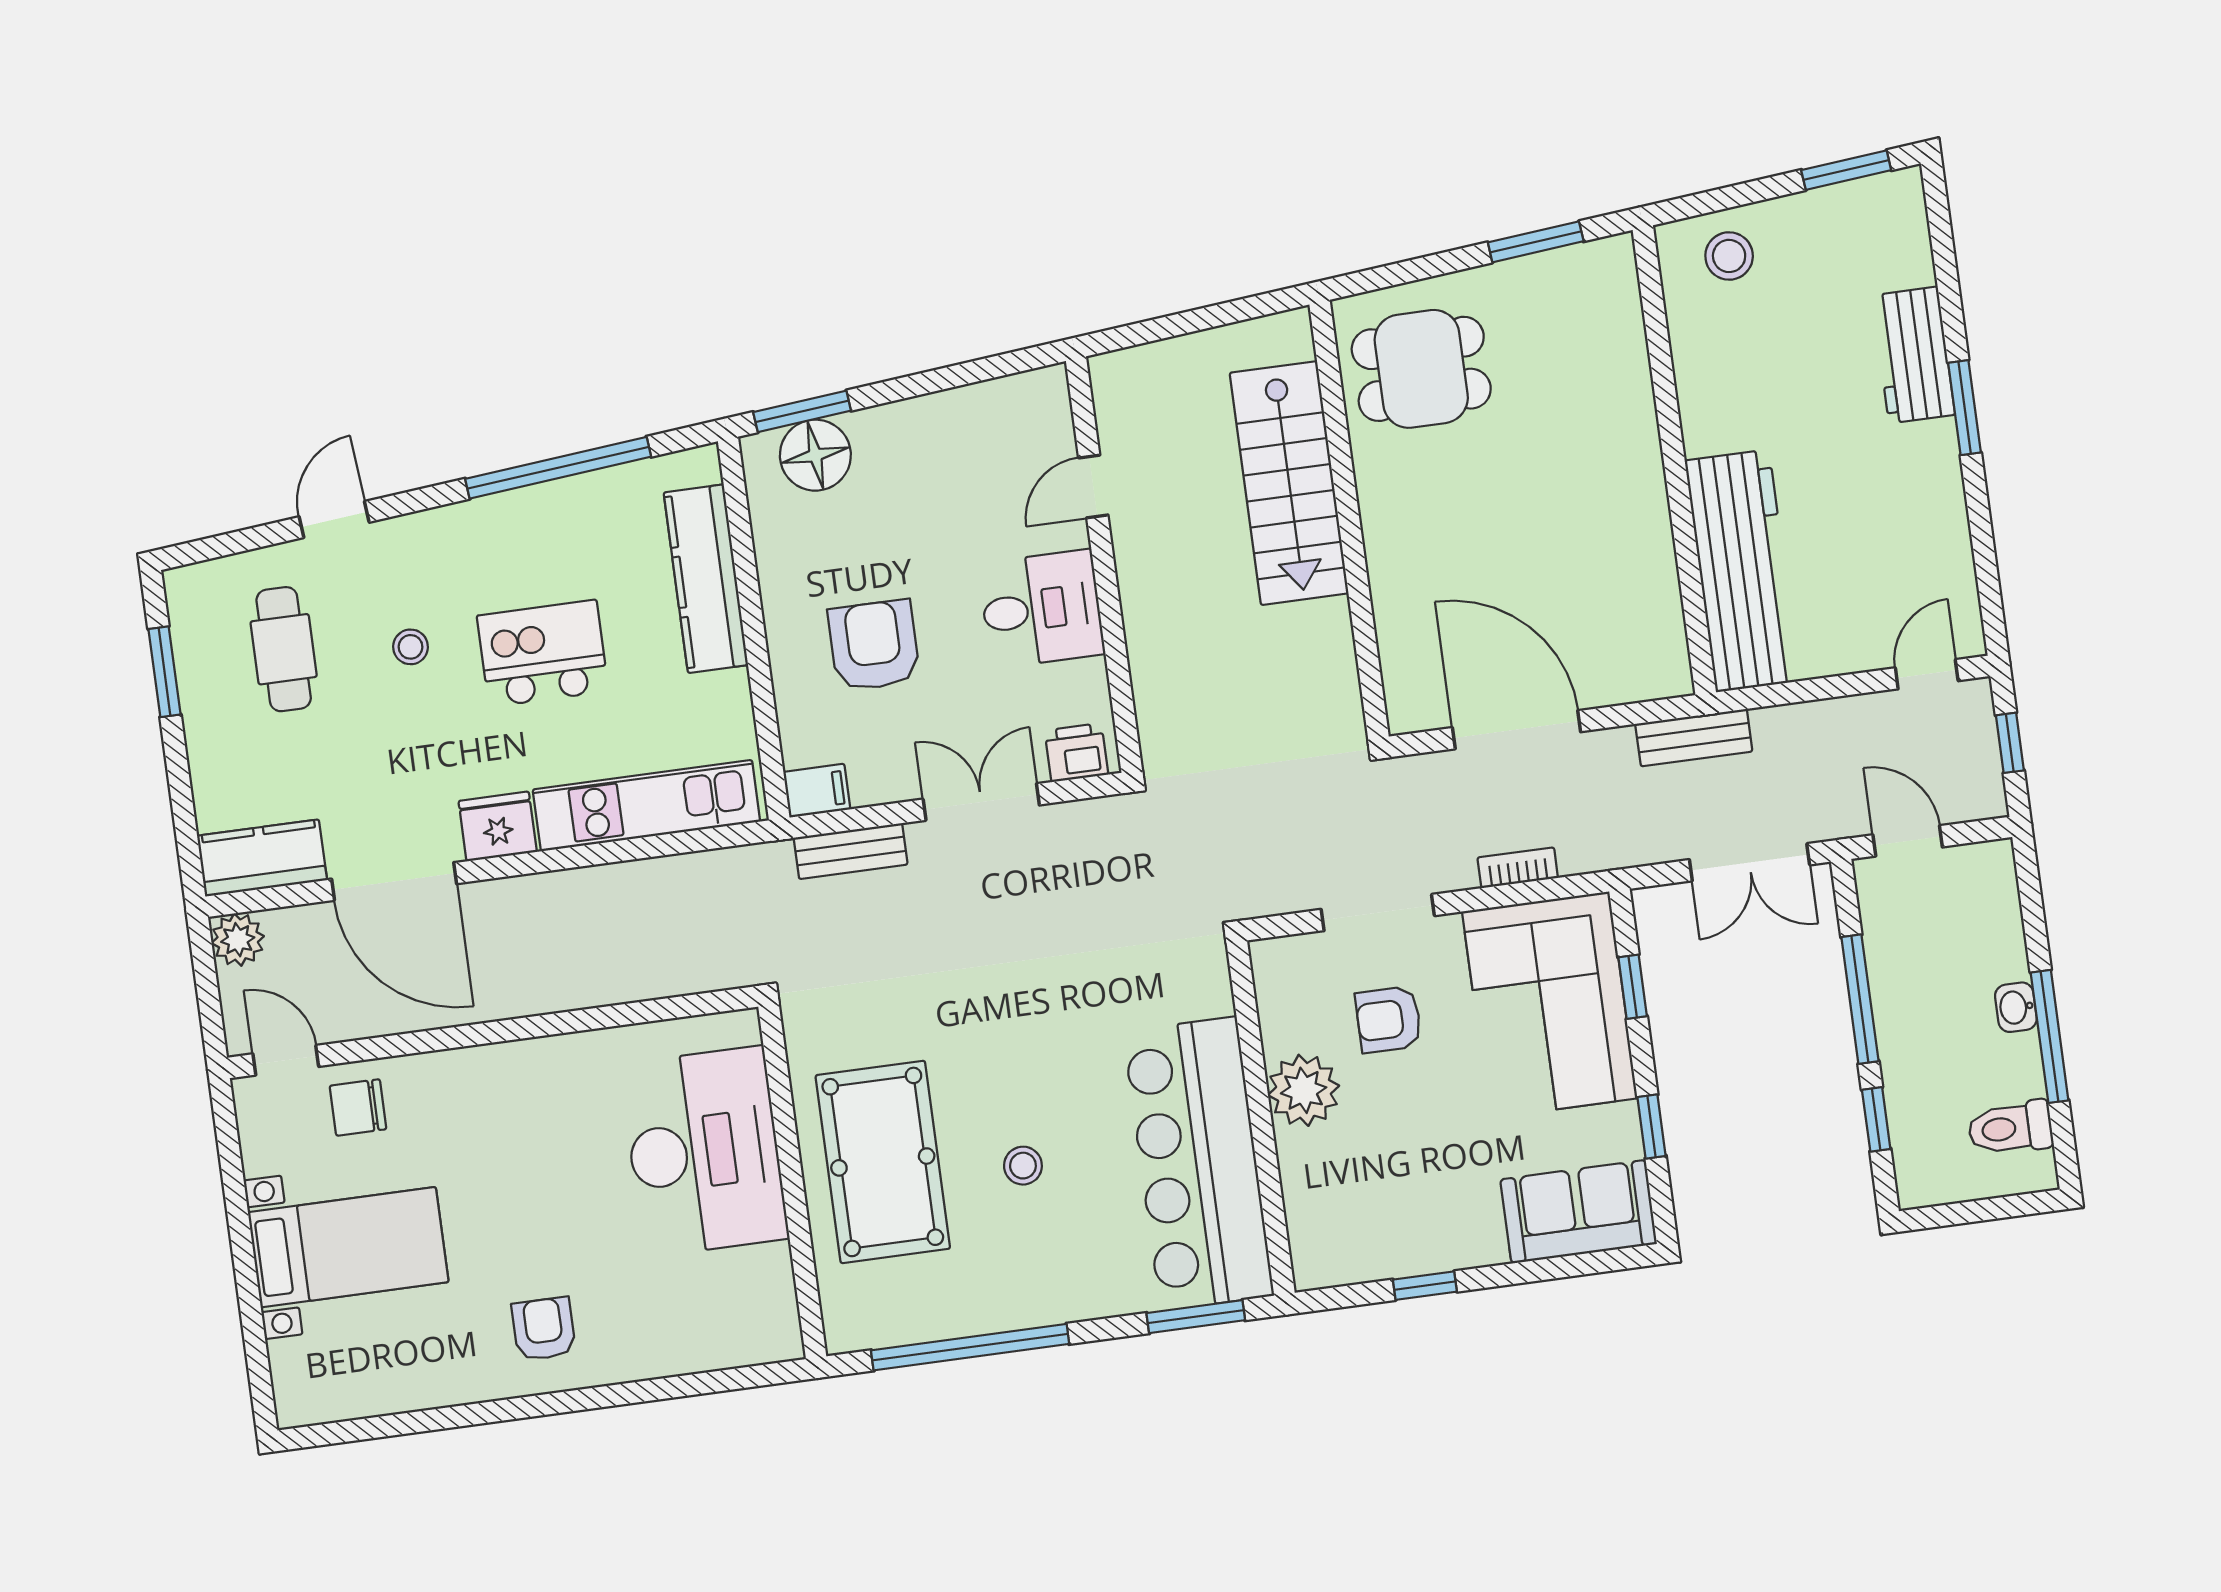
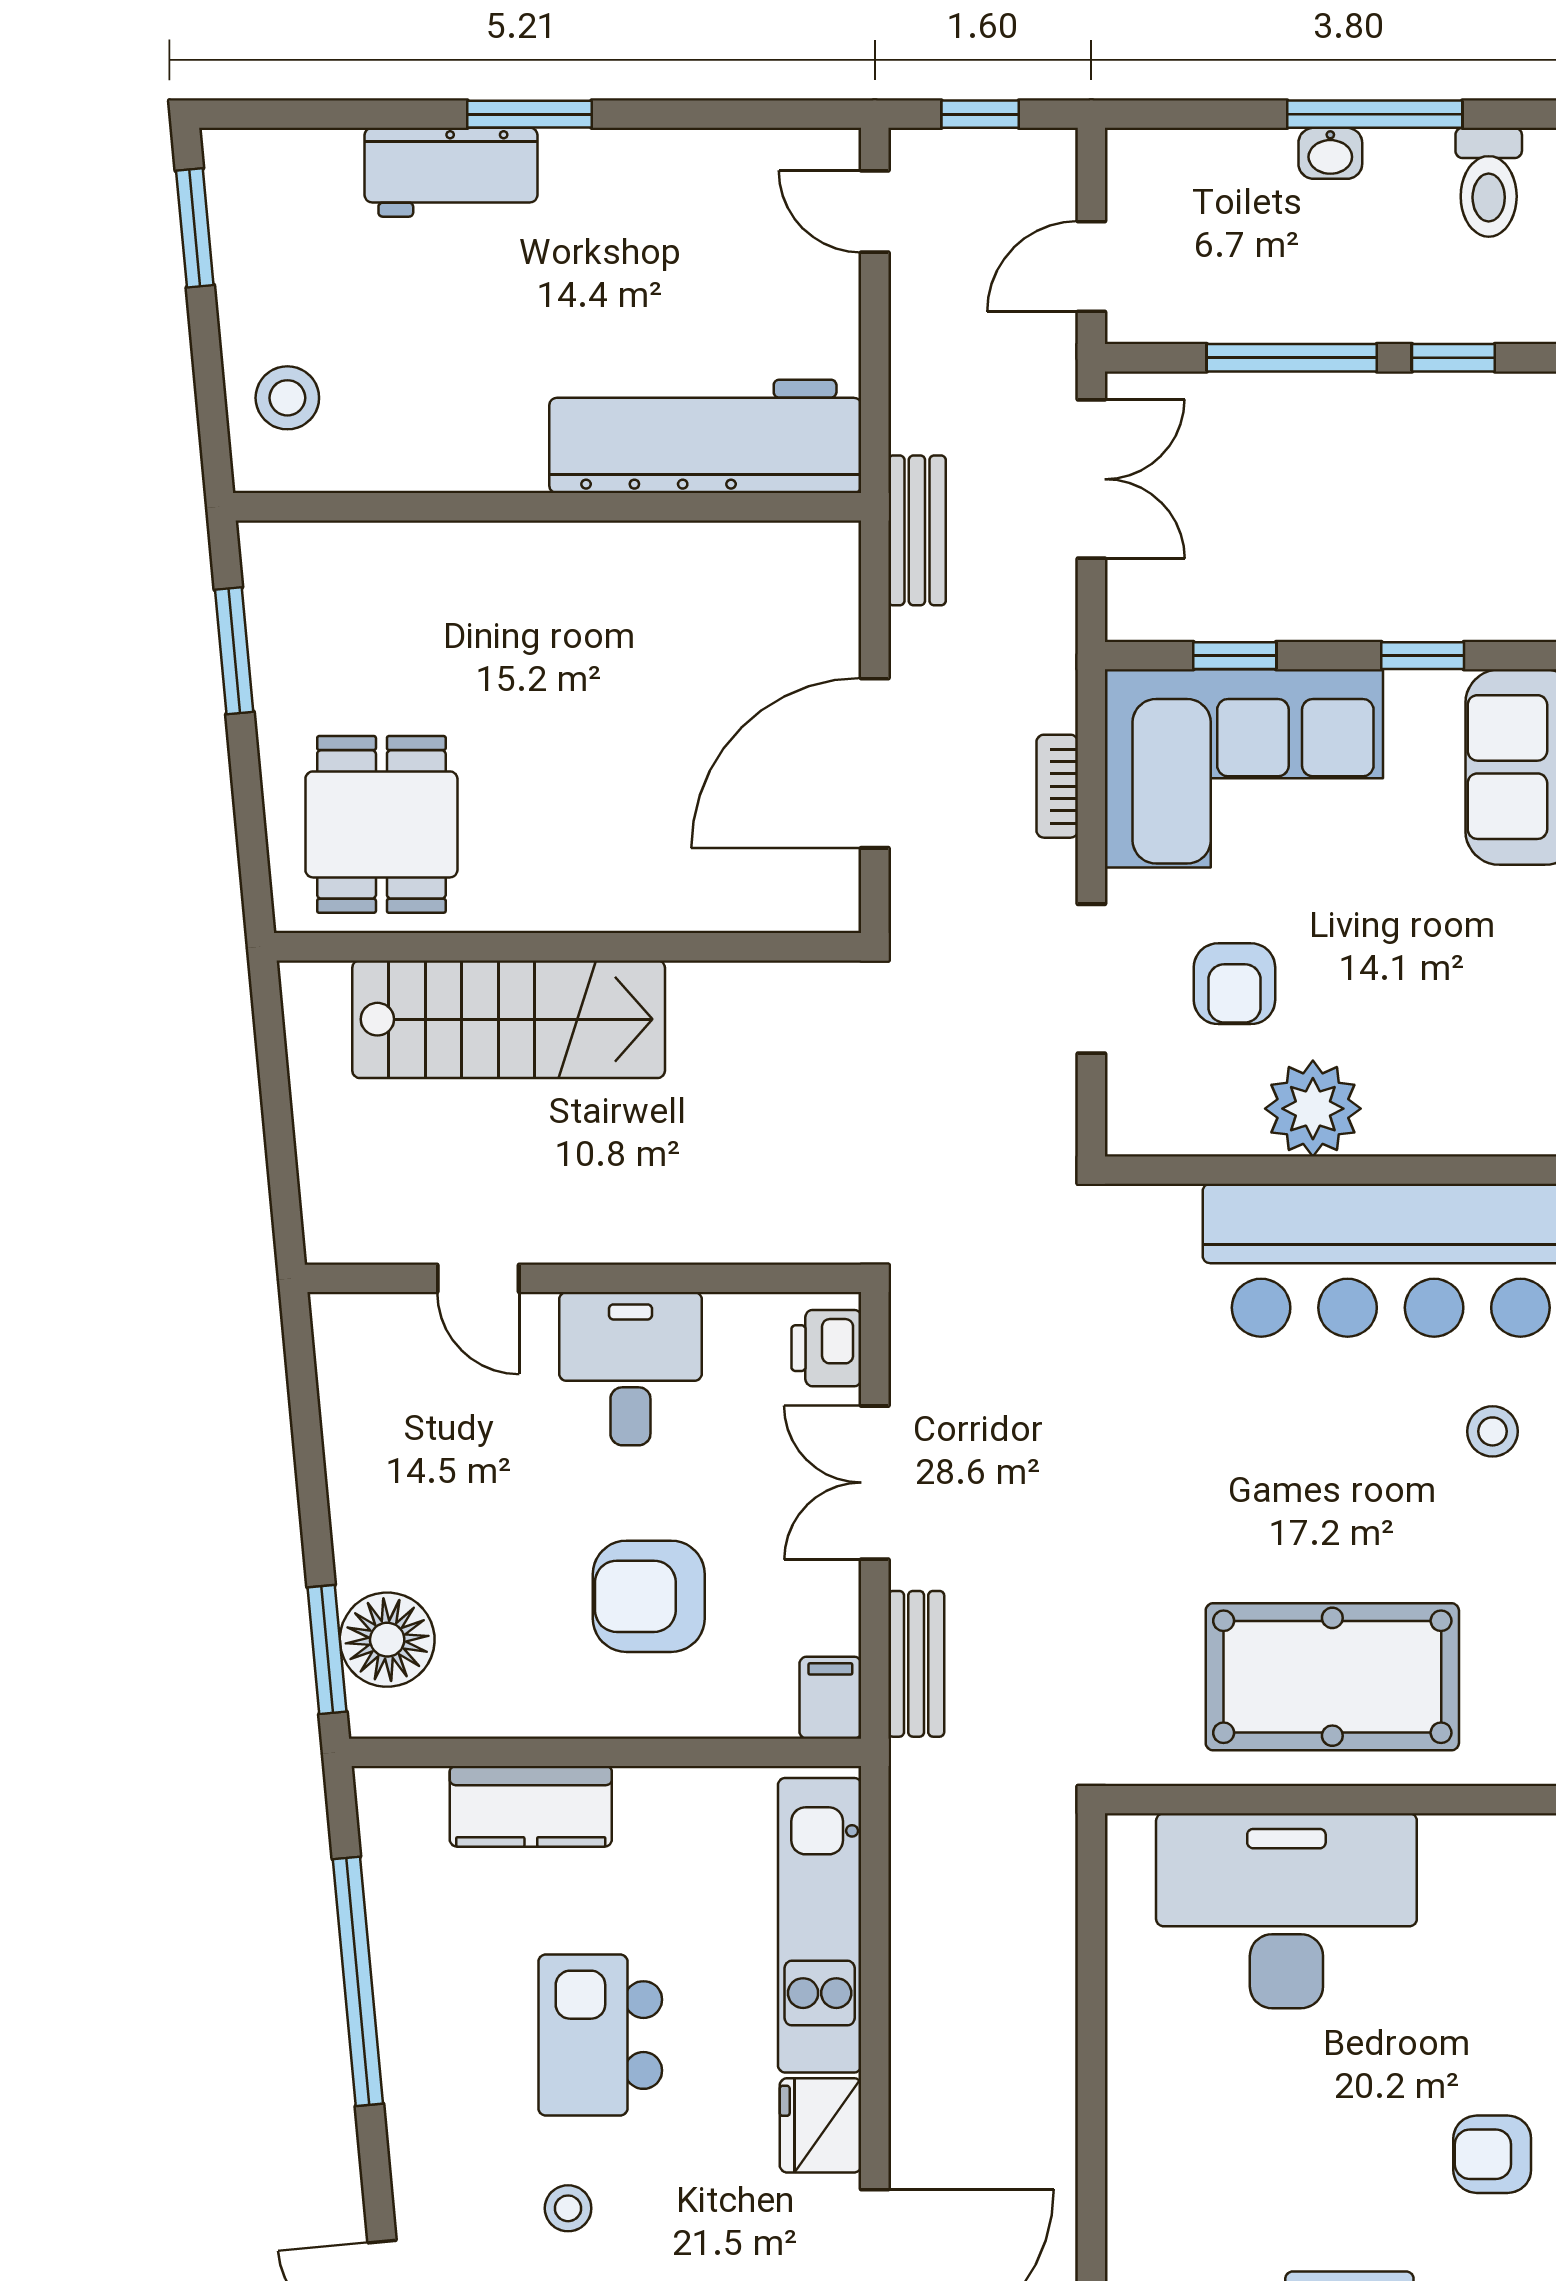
kitchen counter: (706, 579) -> (531, 1806), width x0.67
stool: (1023, 1166) -> (1493, 1431), moved

